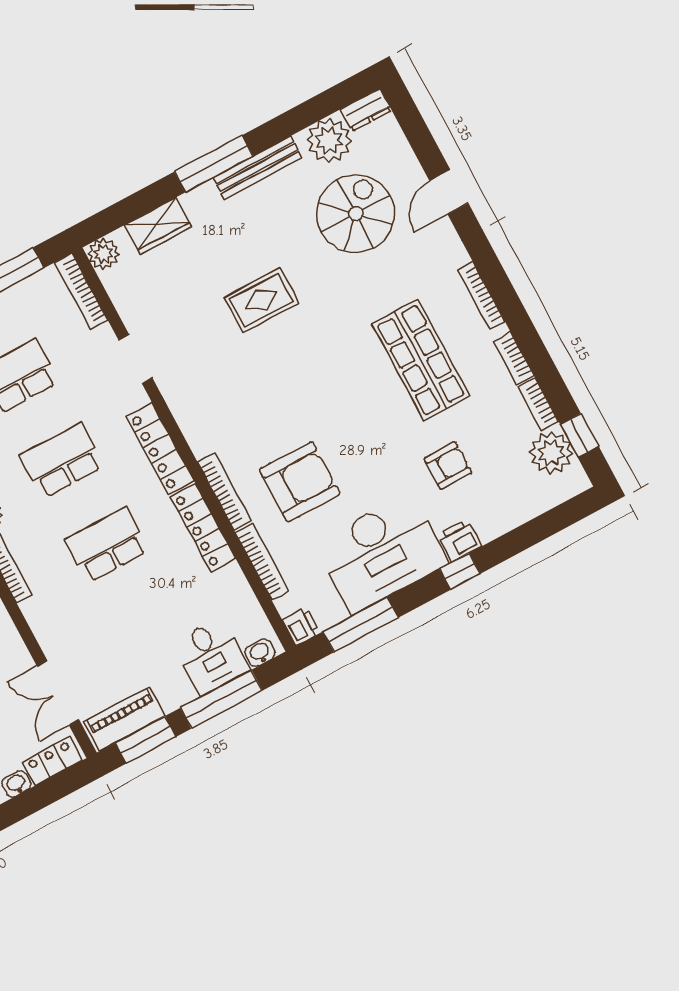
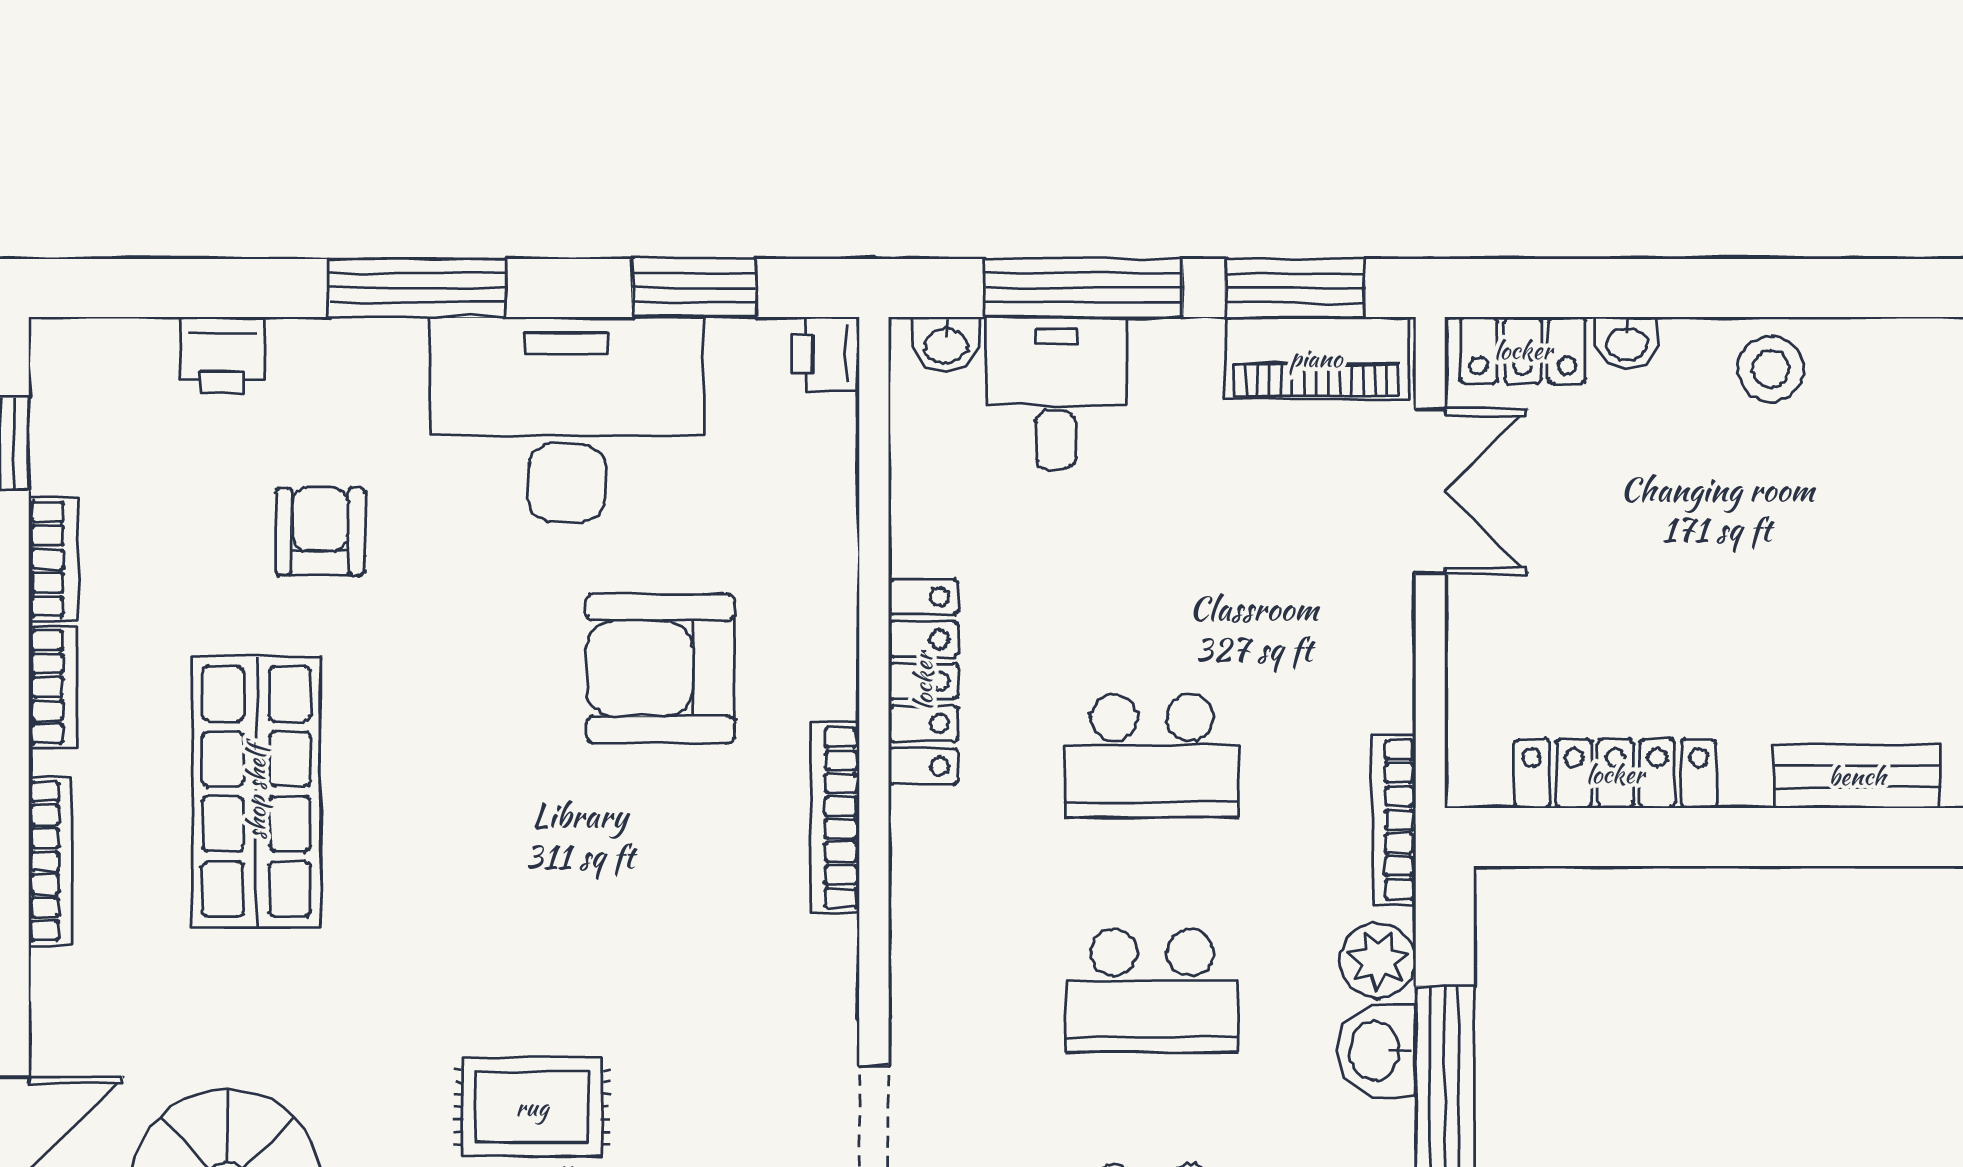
locker: (160, 449) -> (925, 902), removed
plant: (551, 453) -> (81, 439), removed
armchair: (448, 466) -> (320, 531), turned 90
bookcase: (224, 491) -> (835, 818), moved
printer: (460, 540) -> (222, 355), moved
bookcase: (262, 562) -> (835, 539), removed
window: (460, 571) -> (417, 288), width x2.17
window: (361, 624) -> (694, 288), width x0.69

